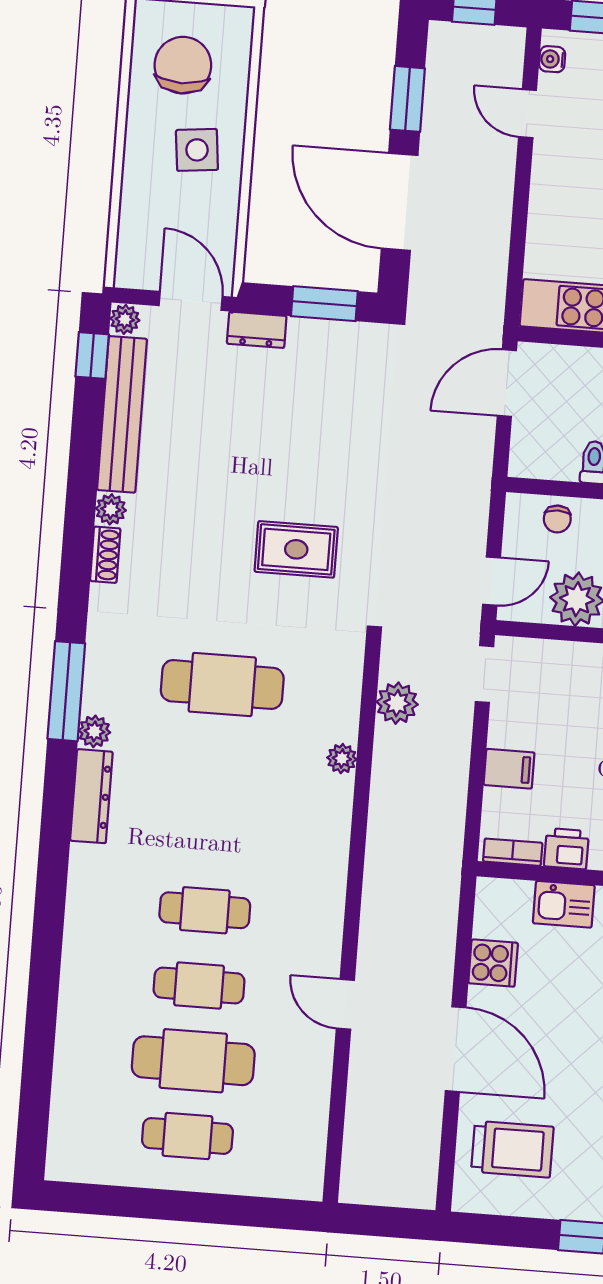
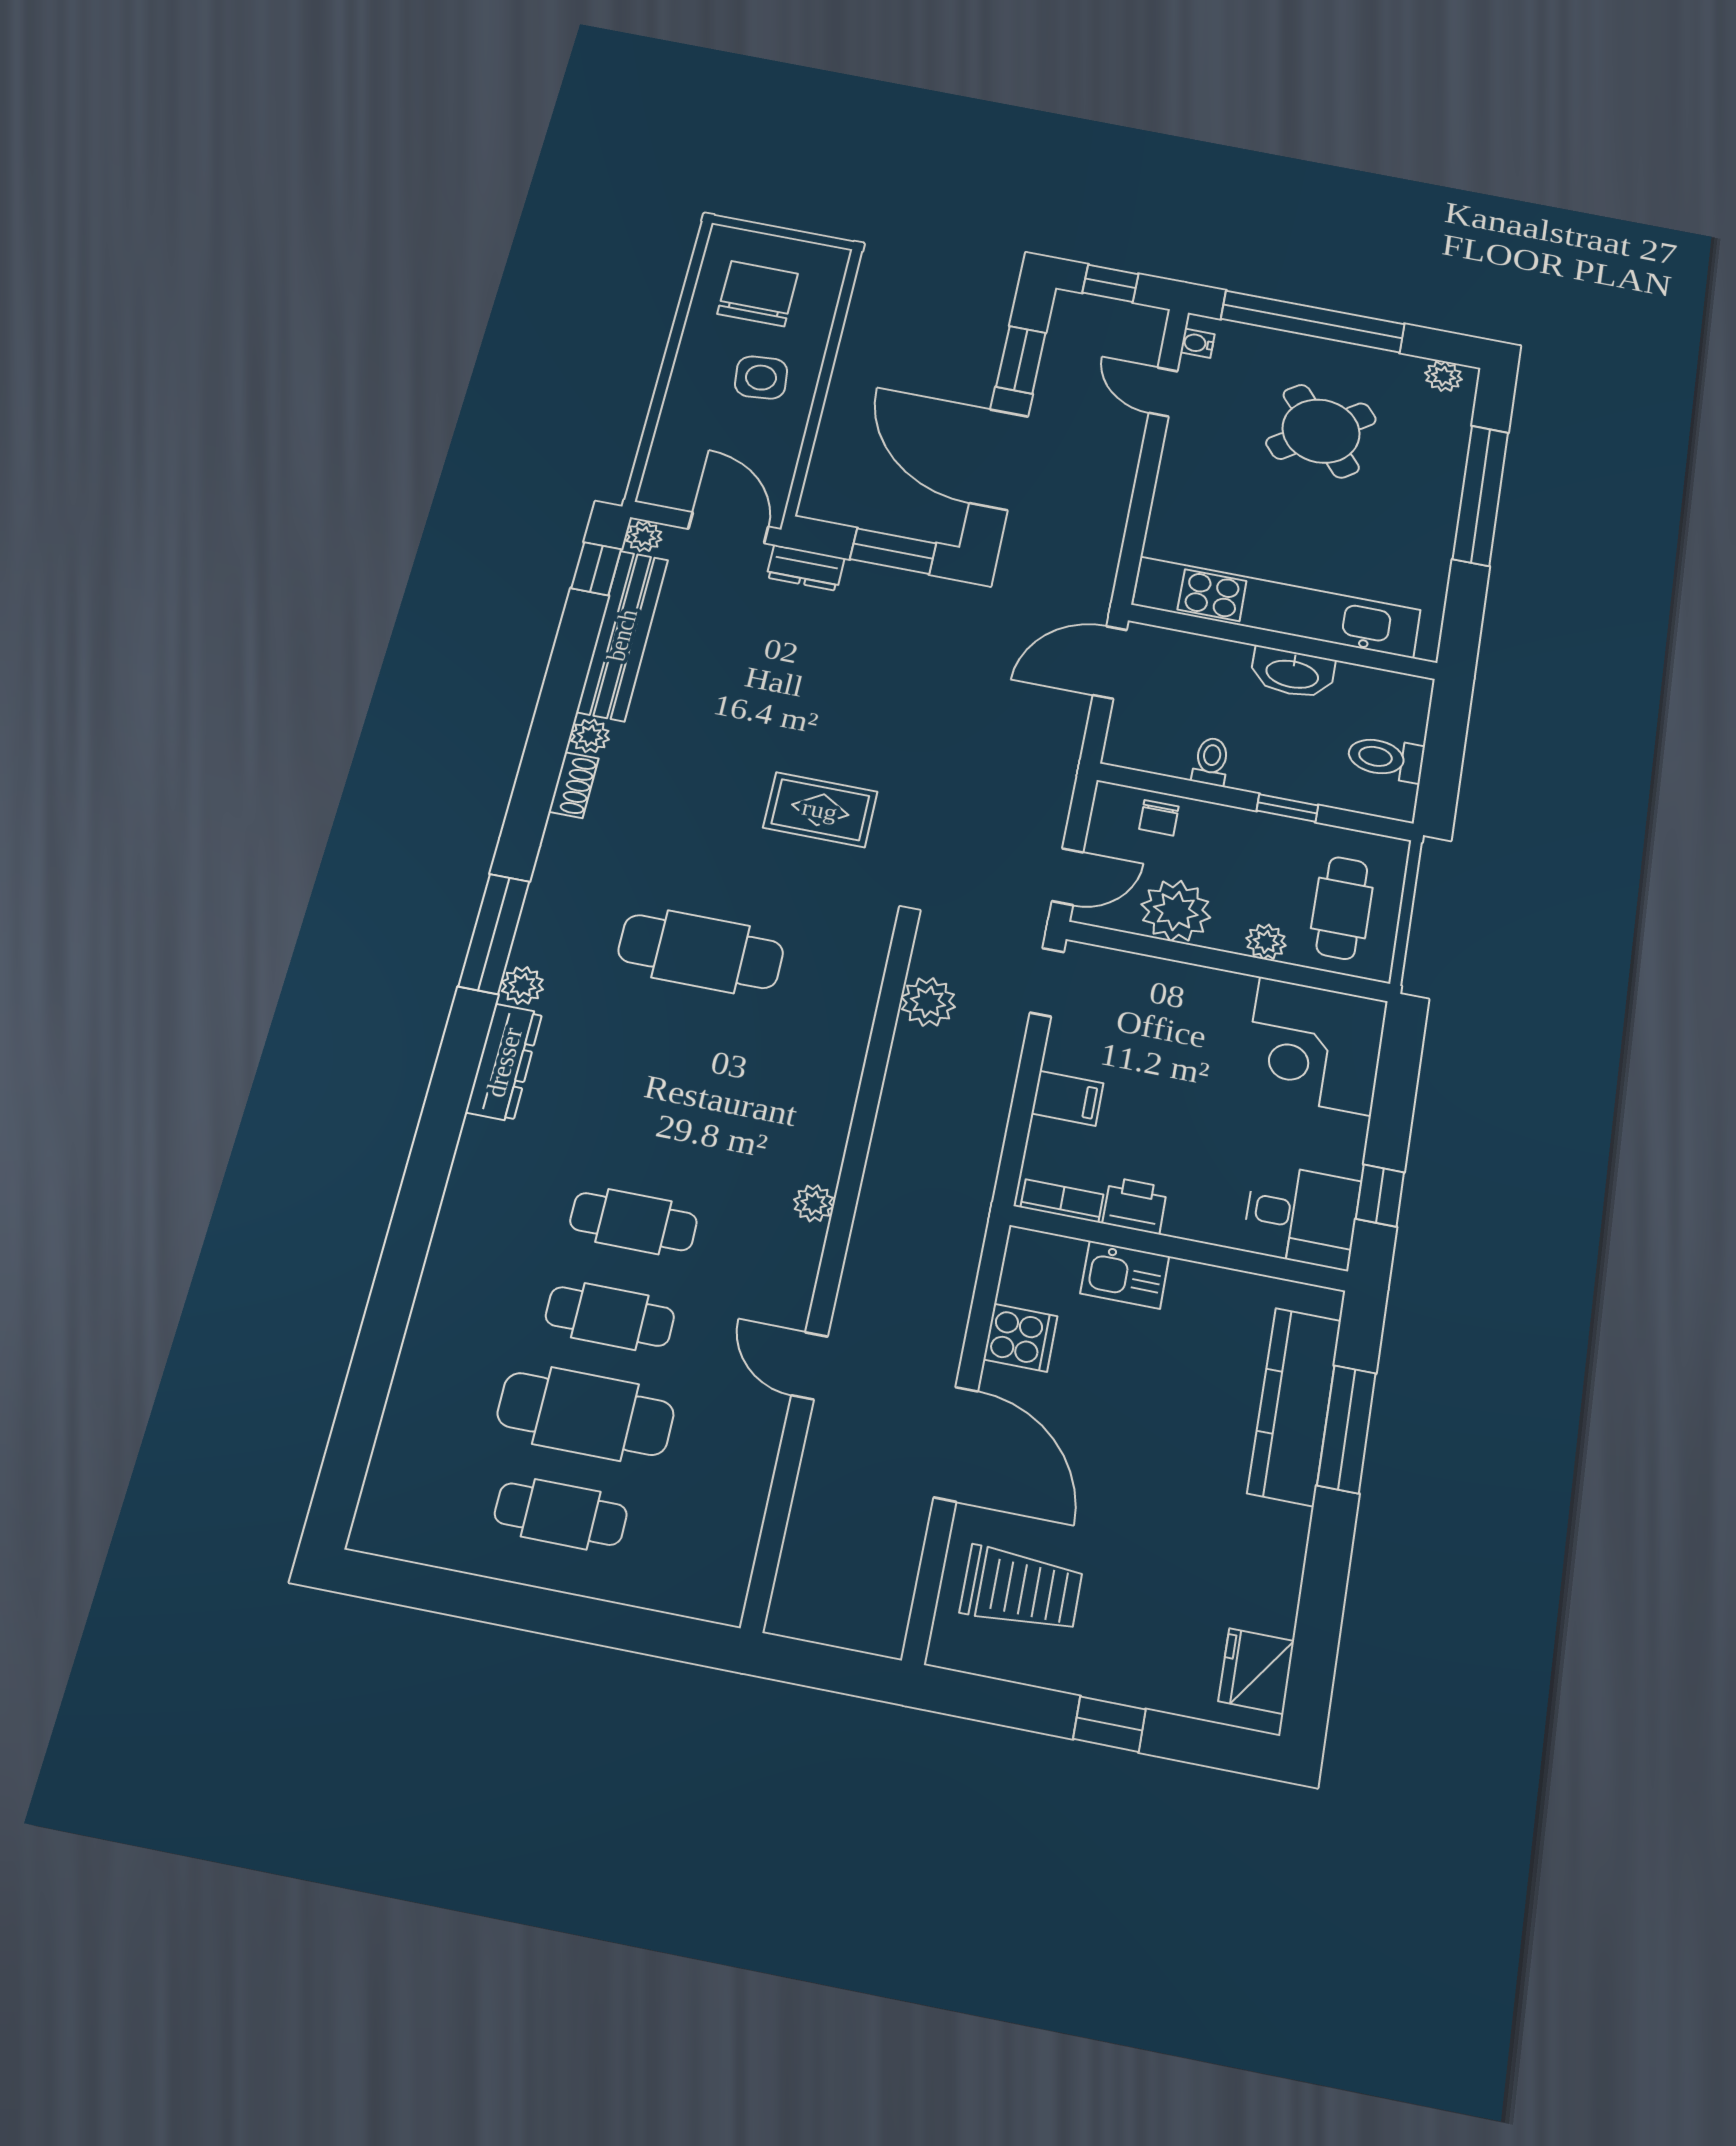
plant: (342, 759) -> (814, 1203), moved

